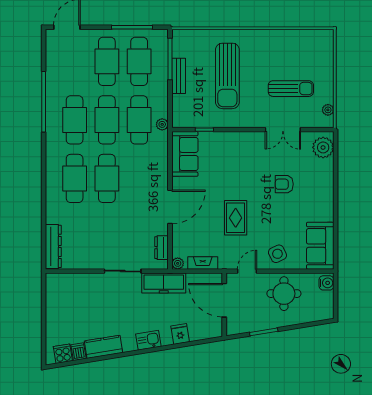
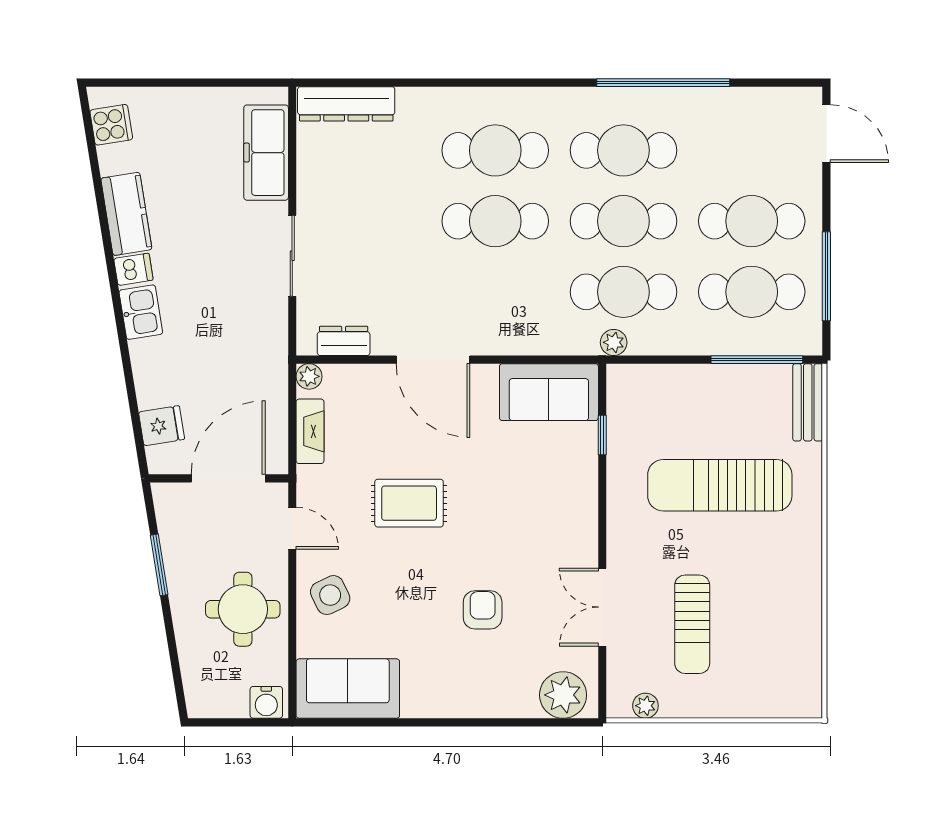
bench: (179, 76) -> (808, 402), moved, turned 90
freezer: (164, 283) -> (266, 153), moved
fridge: (180, 334) -> (162, 426), moved
dishwasher: (78, 352) -> (133, 269), moved

